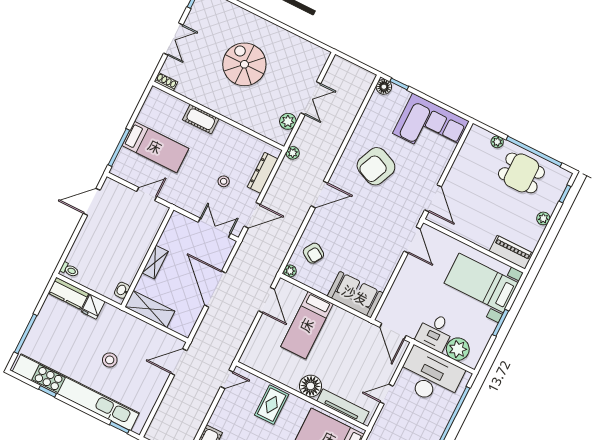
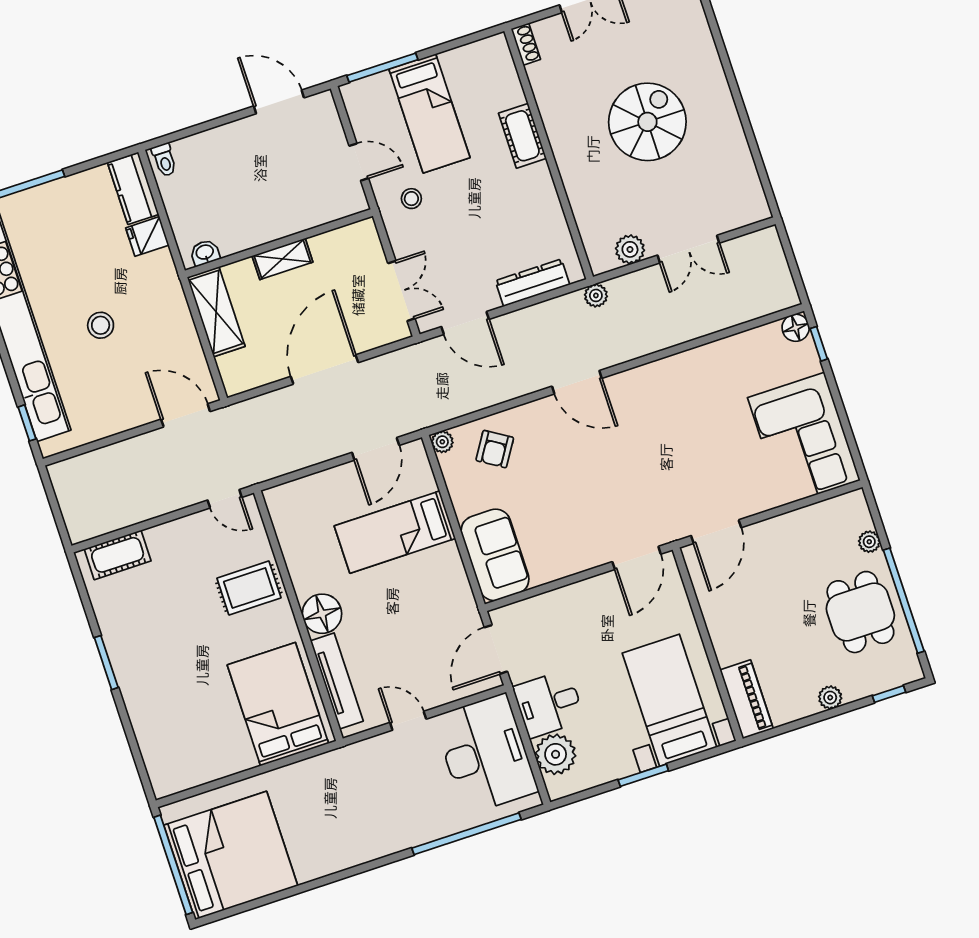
armchair: (376, 166) -> (685, 418), removed
stool: (224, 181) -> (411, 199), moved

